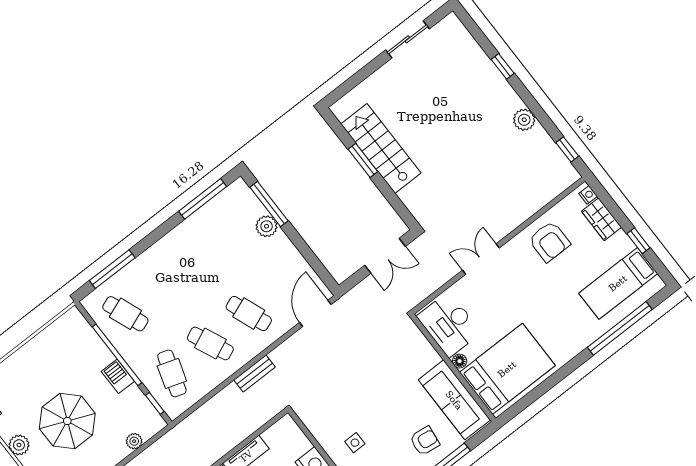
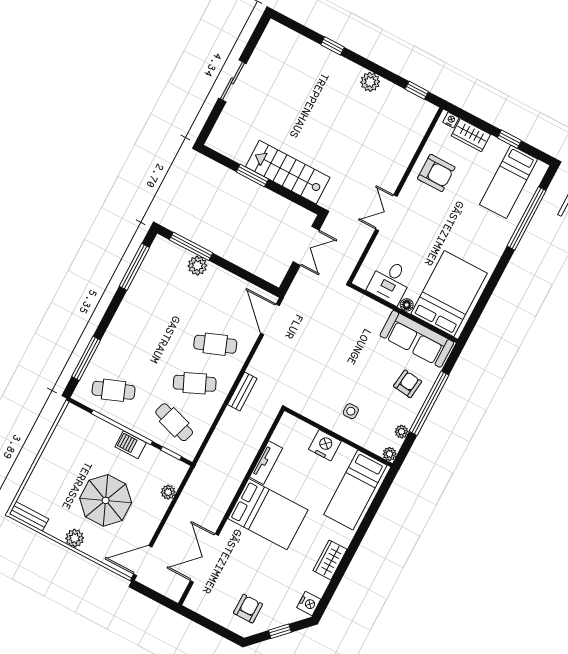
sliding door: (407, 39) -> (232, 81), moved
stairs: (381, 148) -> (288, 172), moved
desk: (449, 324) -> (390, 282), width x0.73

